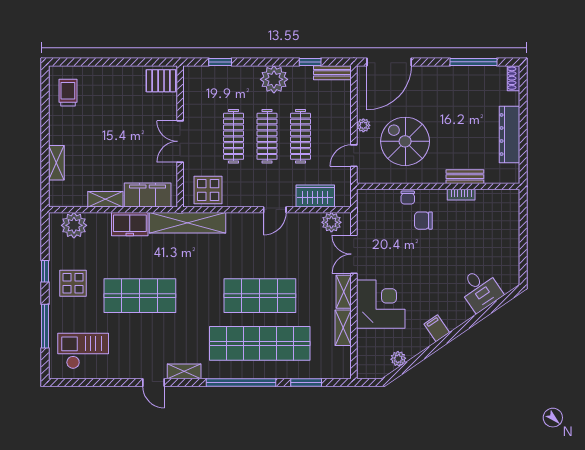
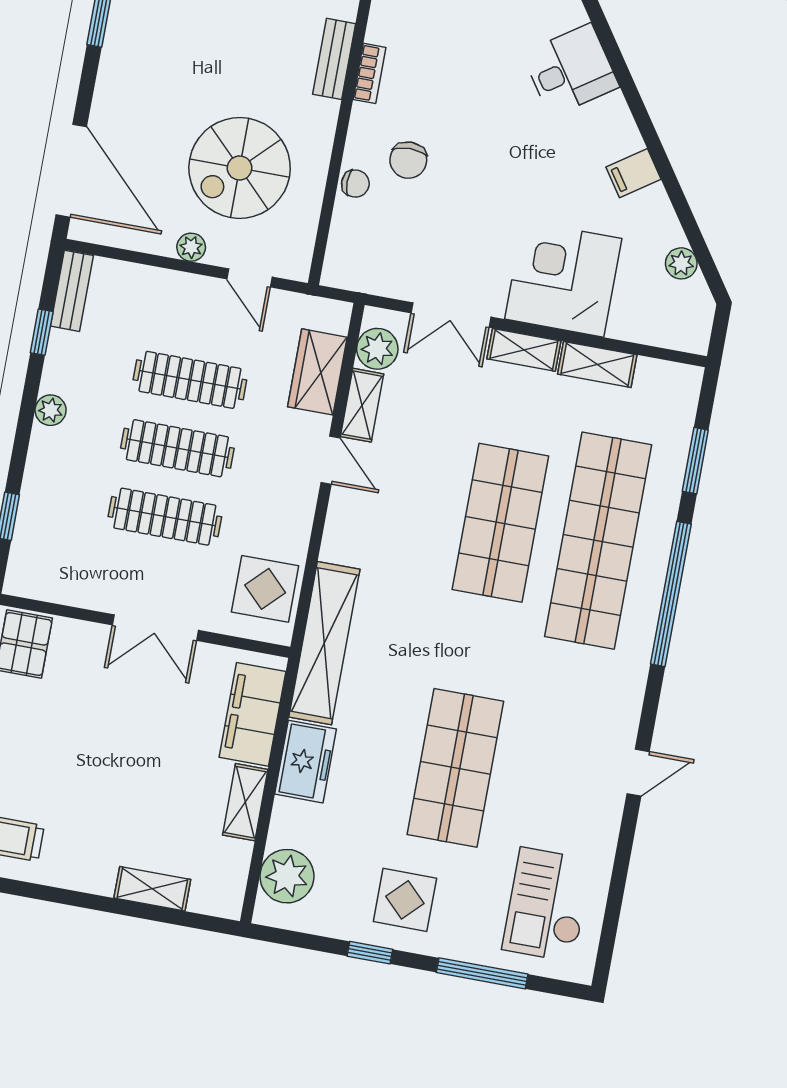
plant: (274, 79) -> (51, 410), width x0.53, depth x0.53
shelving: (184, 371) -> (362, 405), moved

